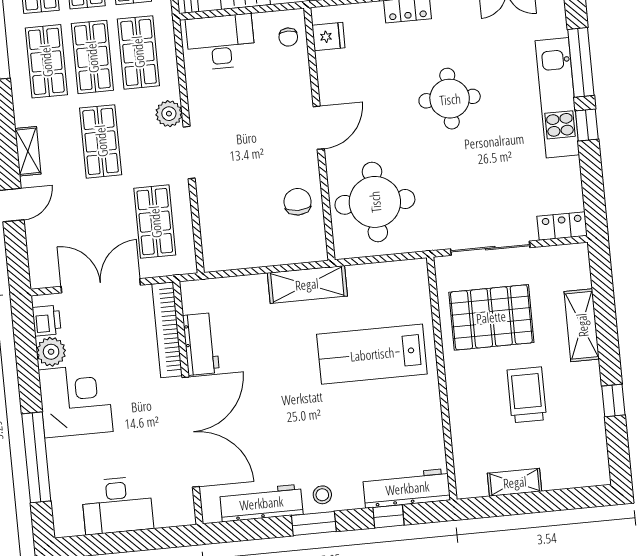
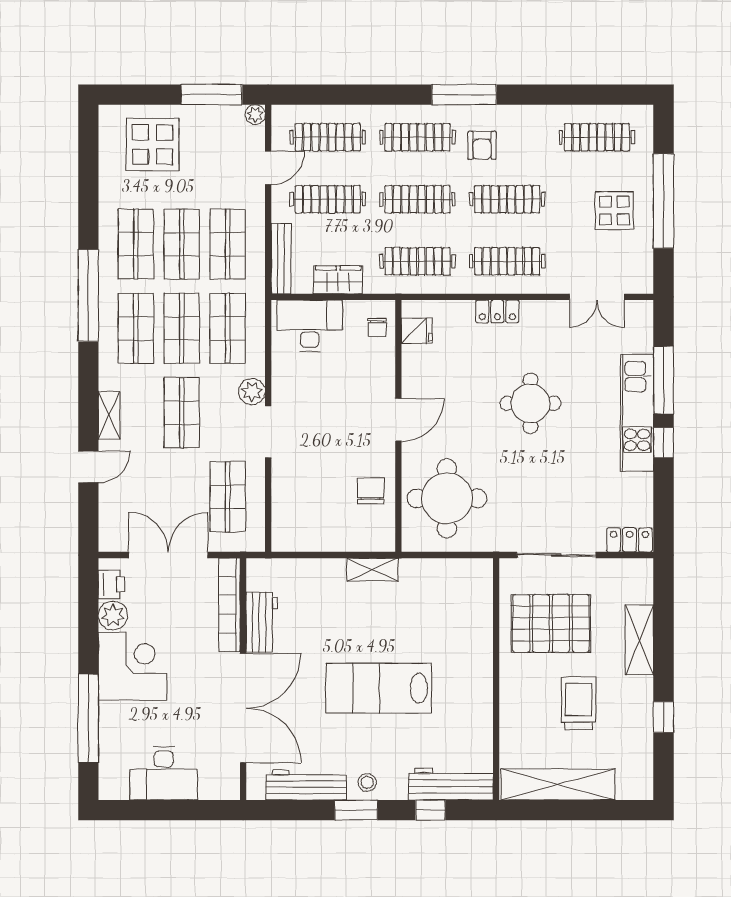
shelving: (307, 284) -> (372, 570), width x0.67, depth x0.75
lab bench: (372, 354) -> (379, 688), moved
shelving: (515, 482) -> (558, 785), width x2.20, depth x1.33

